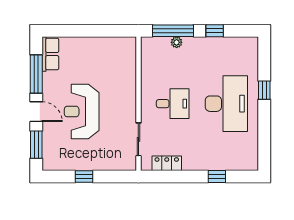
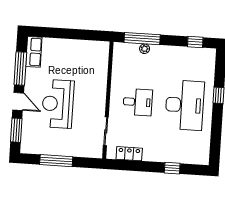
window: (215, 31) -> (195, 42), moved
window: (84, 176) -> (56, 161), width x2.17

